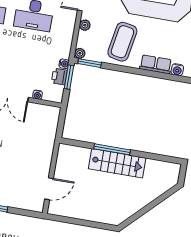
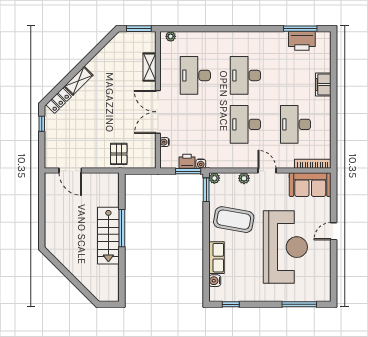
pallet: (41, 140) -> (119, 154), added

